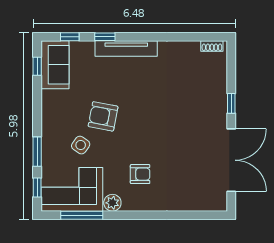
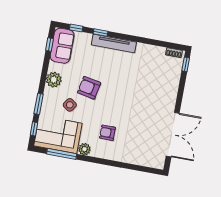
window: (231, 103) -> (186, 64), moved
plant: (52, 114) -> (54, 80), added
armchair: (140, 174) -> (107, 133), turned 180

